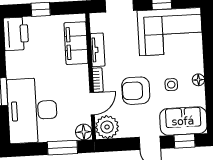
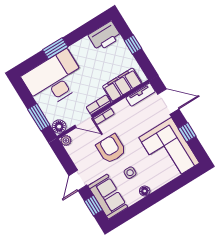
tv unit: (98, 50) -> (141, 95), moved
bookcase: (83, 79) -> (98, 105), added
plant: (107, 127) -> (66, 141), width x0.53, depth x0.53

